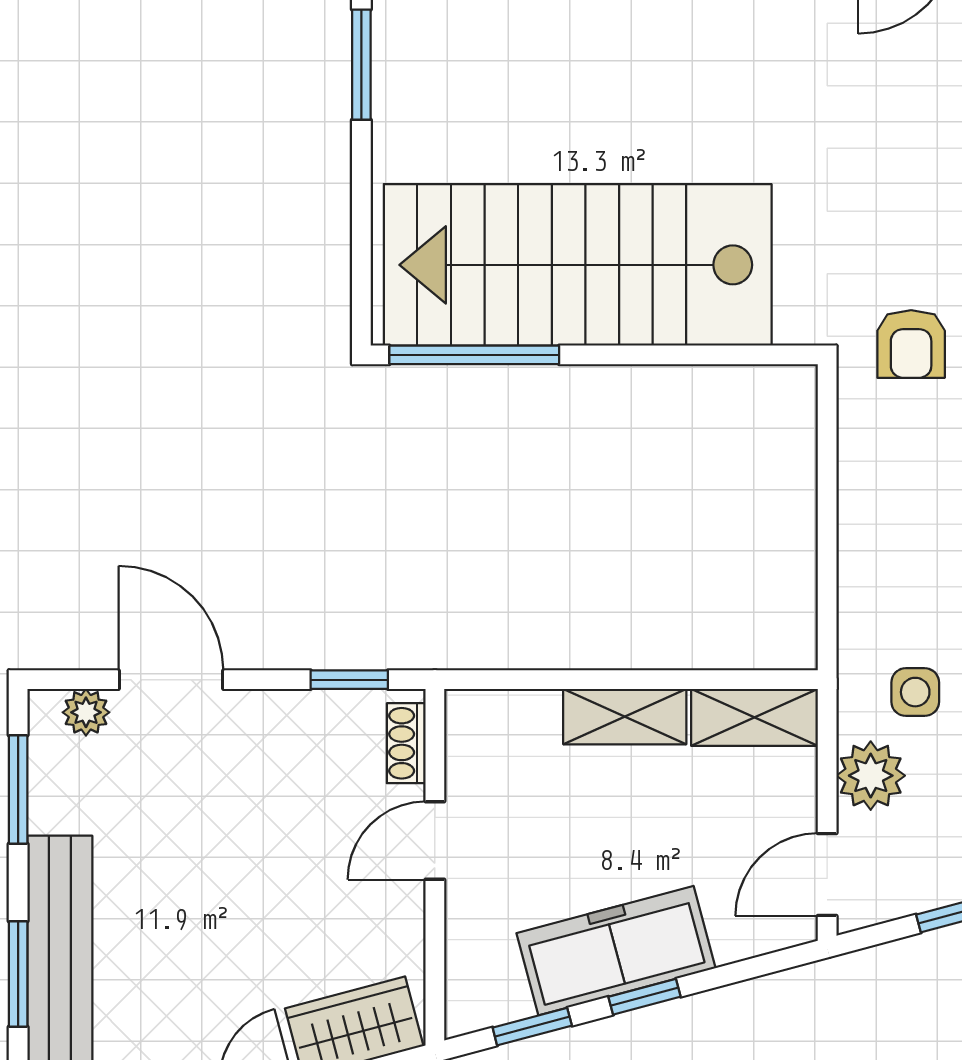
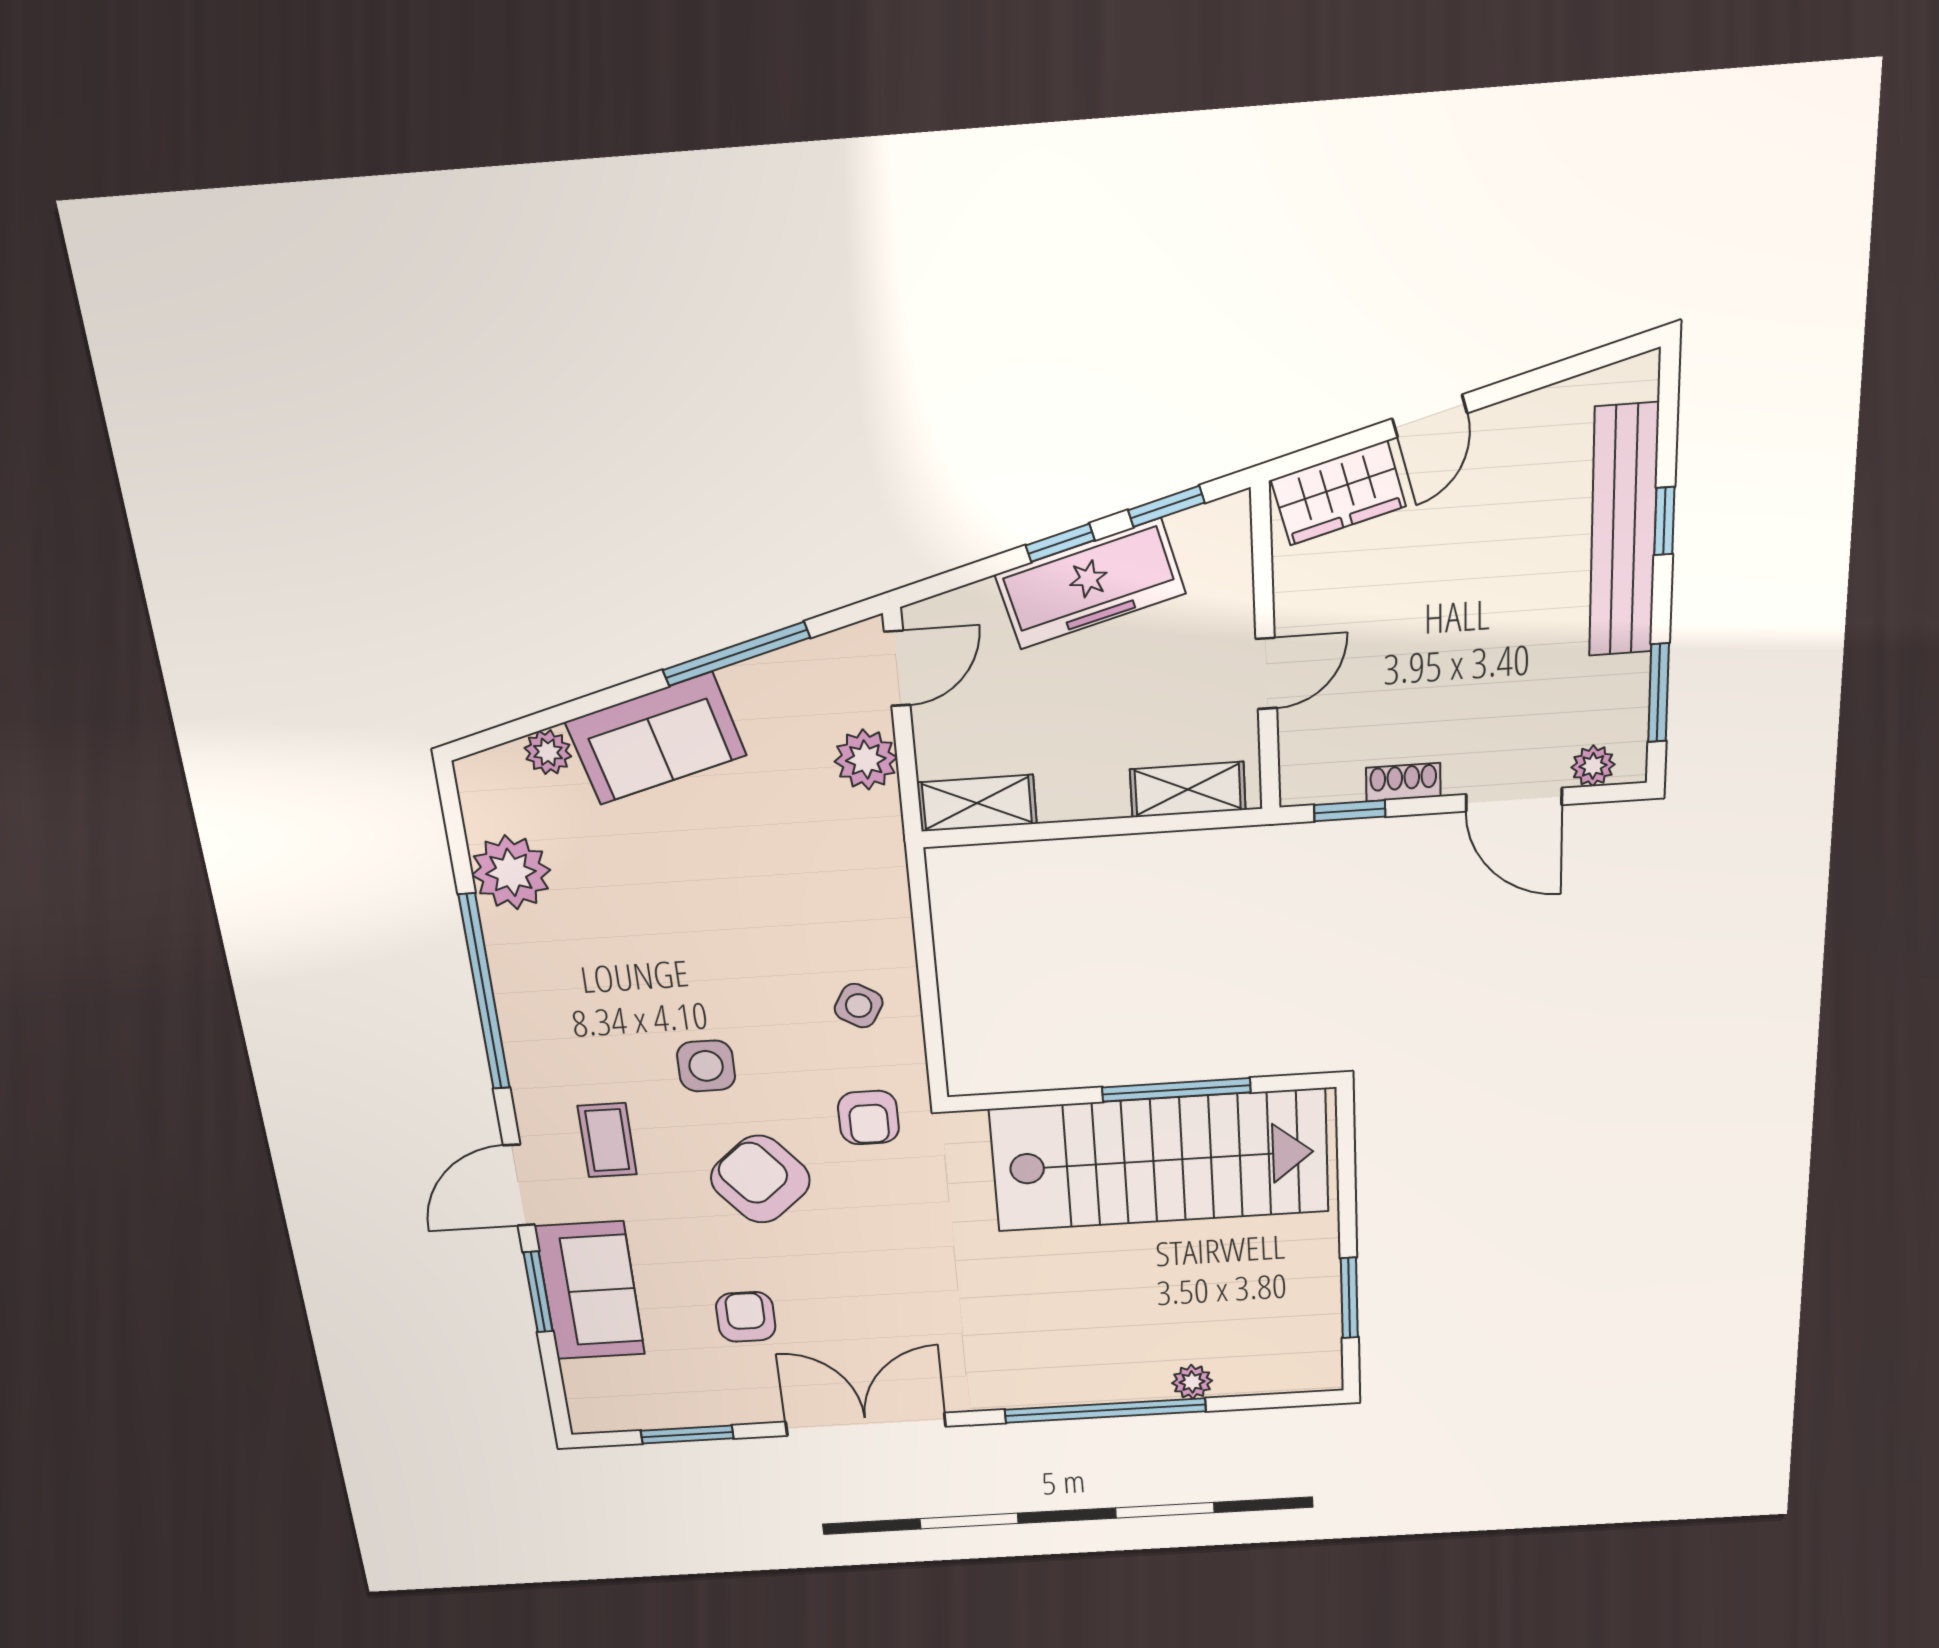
armchair: (911, 344) -> (868, 1118), turned 180
window: (474, 355) -> (1176, 1090), moved
side table: (915, 692) -> (859, 1006), moved, turned 31
shelving: (625, 717) -> (1188, 790), moved
shoe rack: (406, 743) -> (1403, 782), moved, turned -90
window: (18, 974) -> (1664, 521), width x0.67

